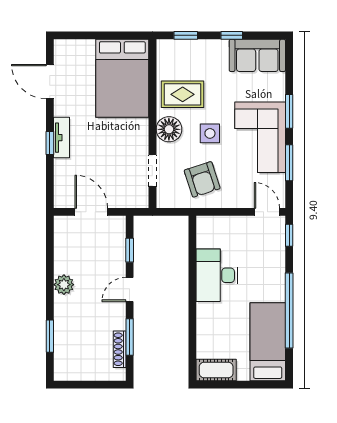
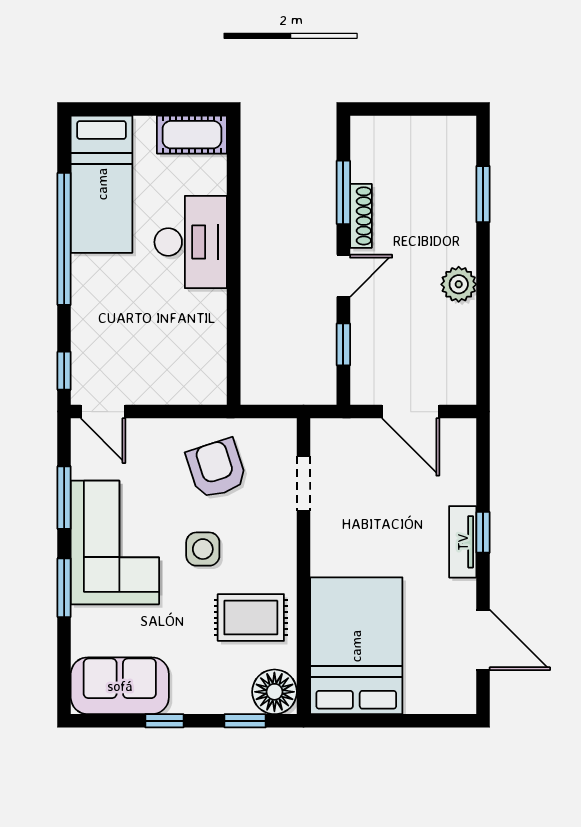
floor lamp: (169, 129) -> (274, 692), moved
desk: (217, 275) -> (191, 242), moved
shoe rack: (120, 349) -> (361, 216), moved

